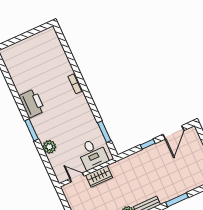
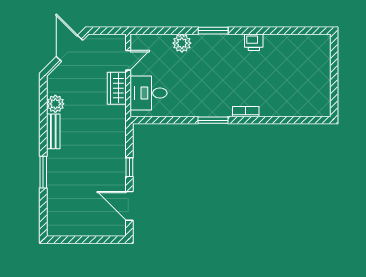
printer: (32, 103) -> (254, 42), width x0.53, depth x0.68
window: (104, 132) -> (213, 120), moved

